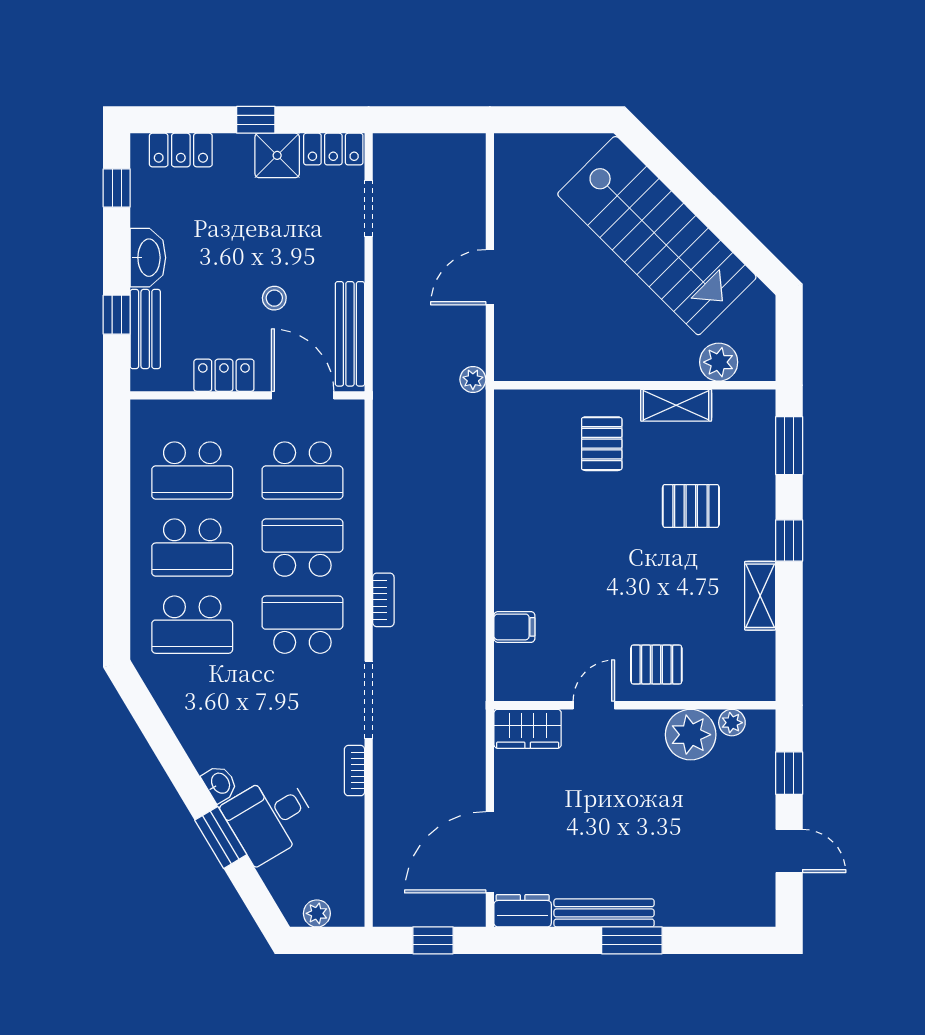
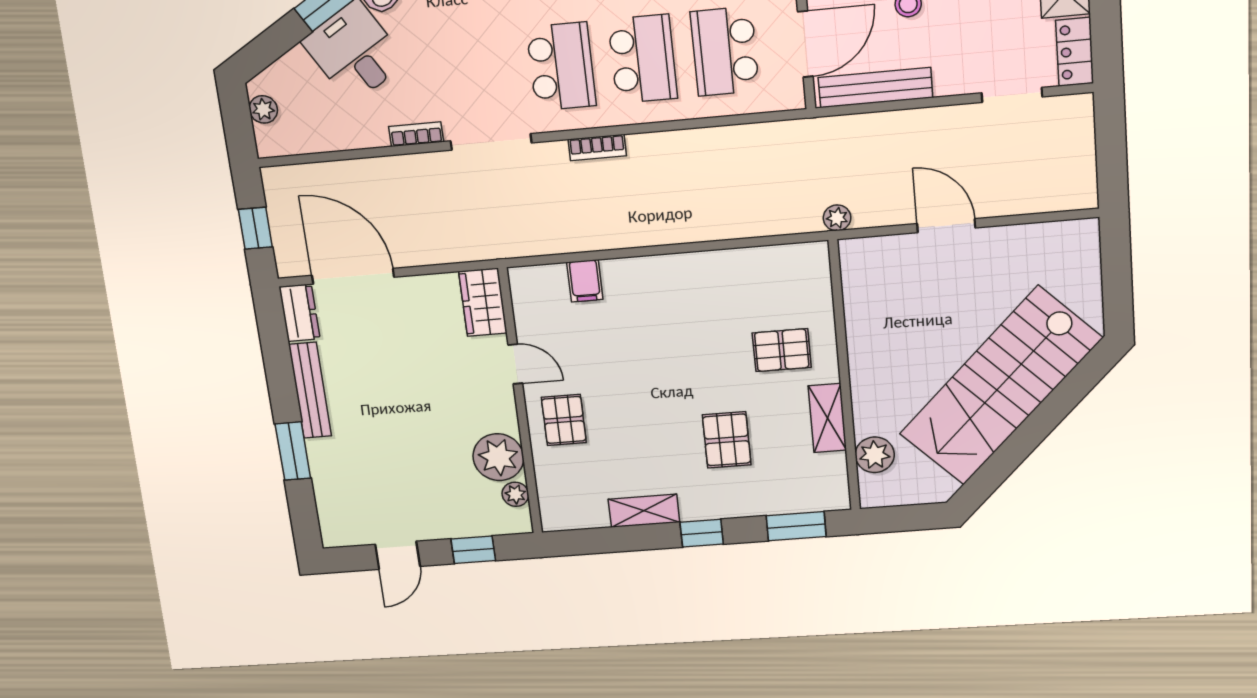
window: (632, 940) -> (293, 451), moved

